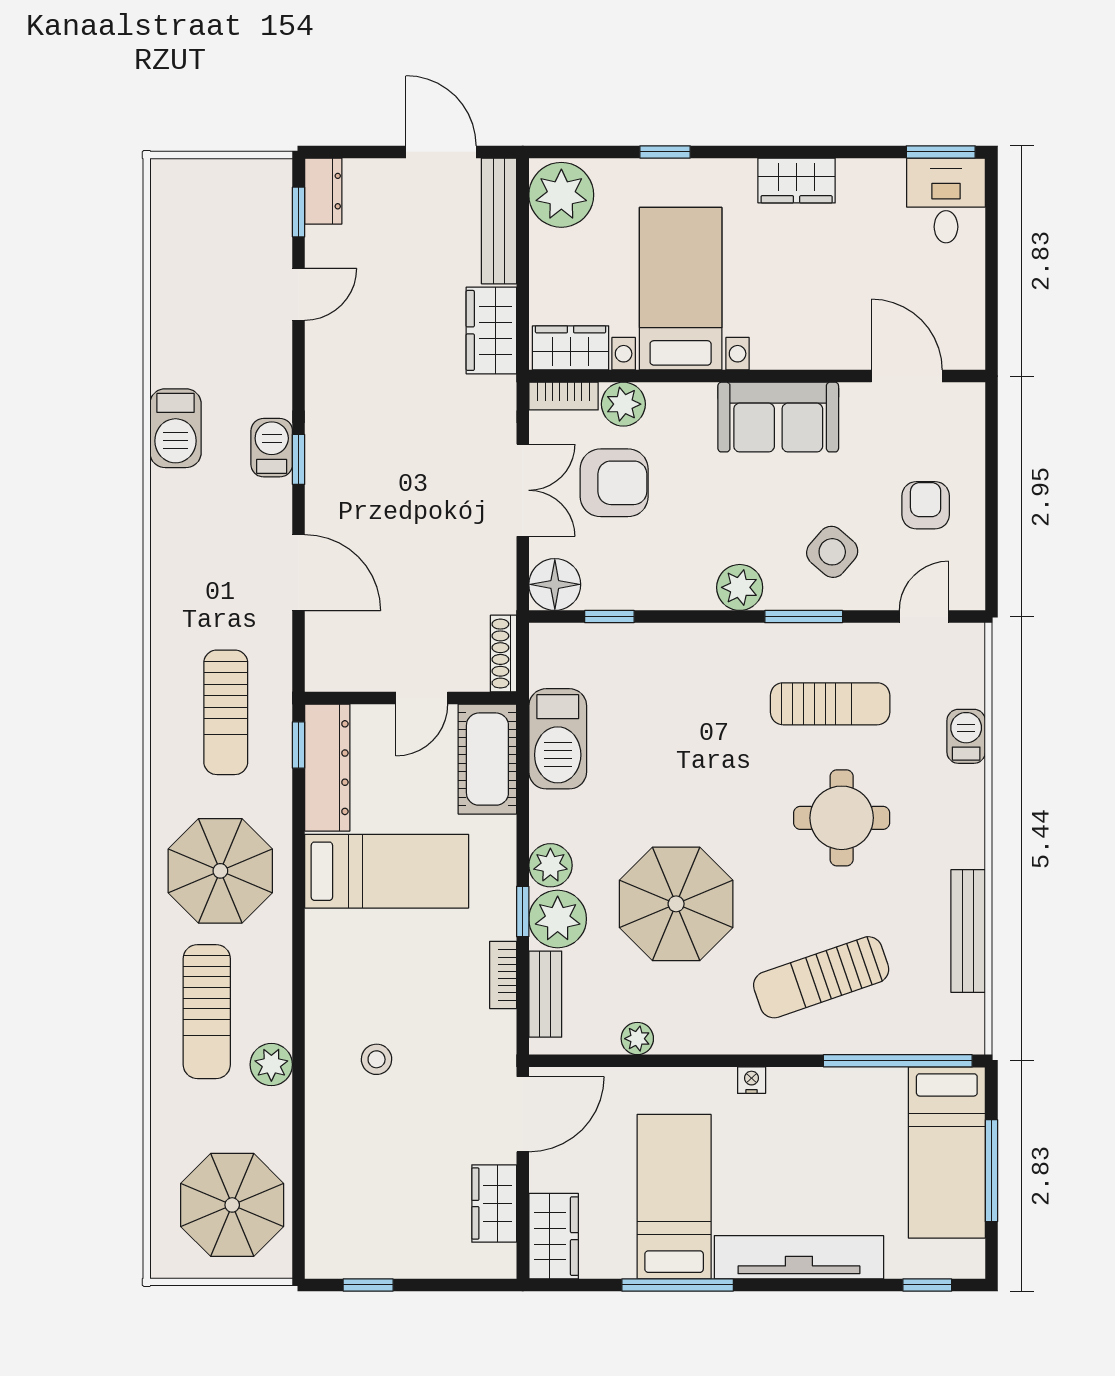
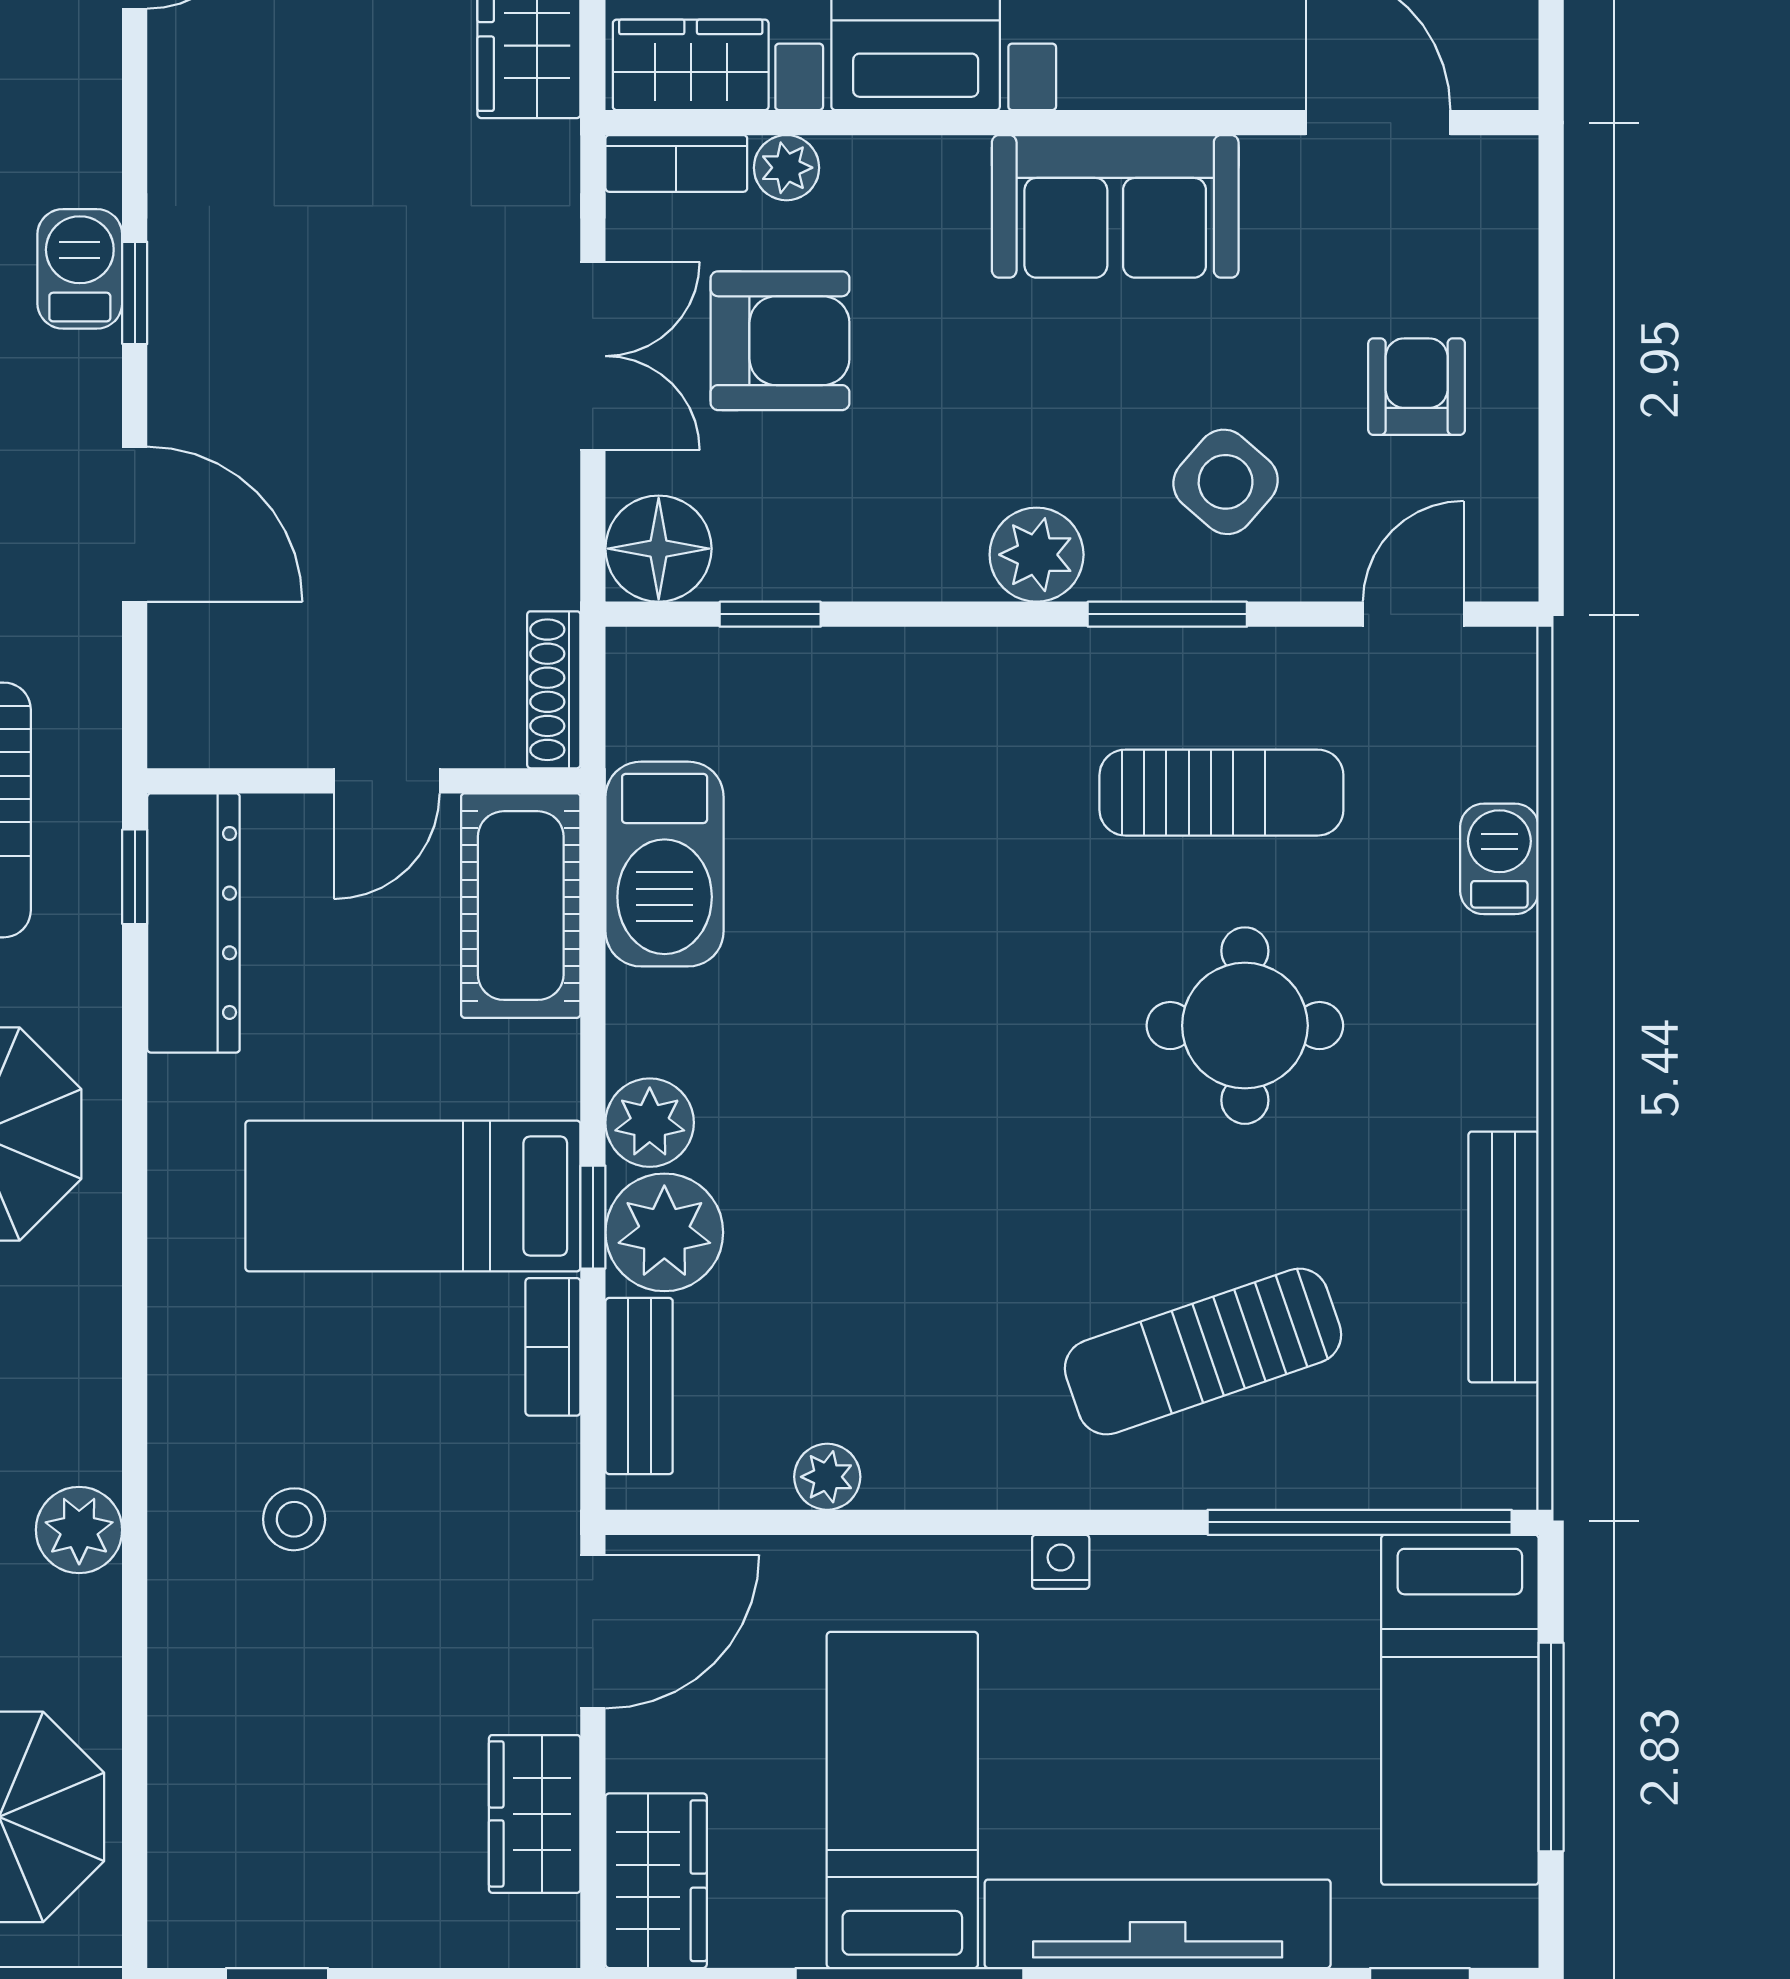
plant: (623, 404) -> (787, 168), width x0.73, depth x0.73
bed: (387, 871) -> (413, 1196), moved, turned 180
parasol: (676, 904) -> (907, 1201), removed

